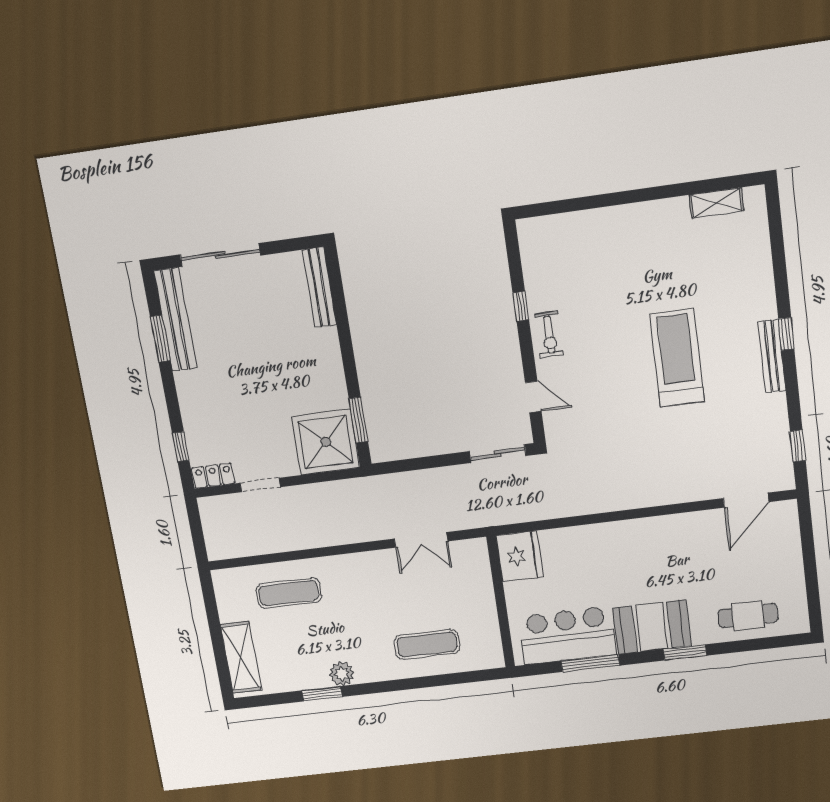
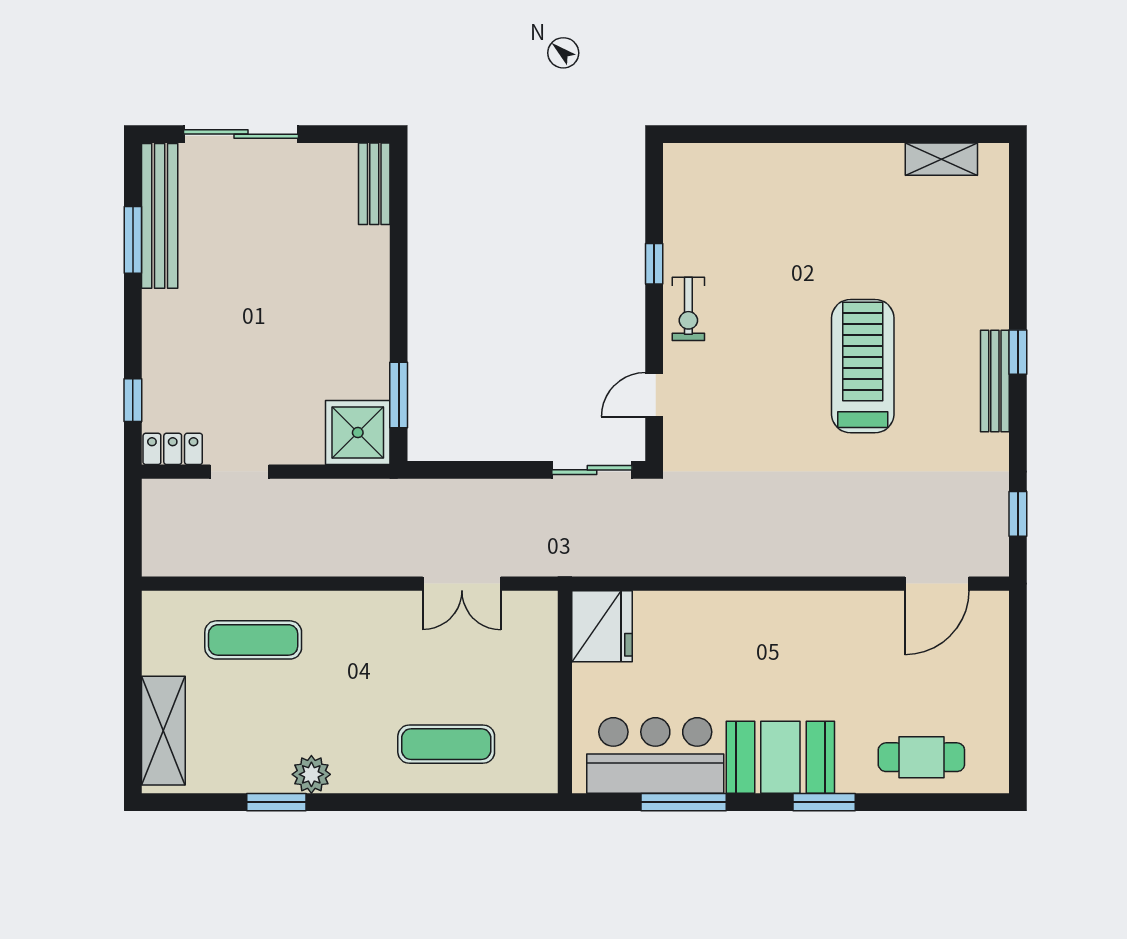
bench: (319, 287) -> (374, 184), width x0.73
door: (533, 397) -> (654, 395), swing flipped
shower: (326, 442) -> (358, 433), width x0.73, depth x0.73

